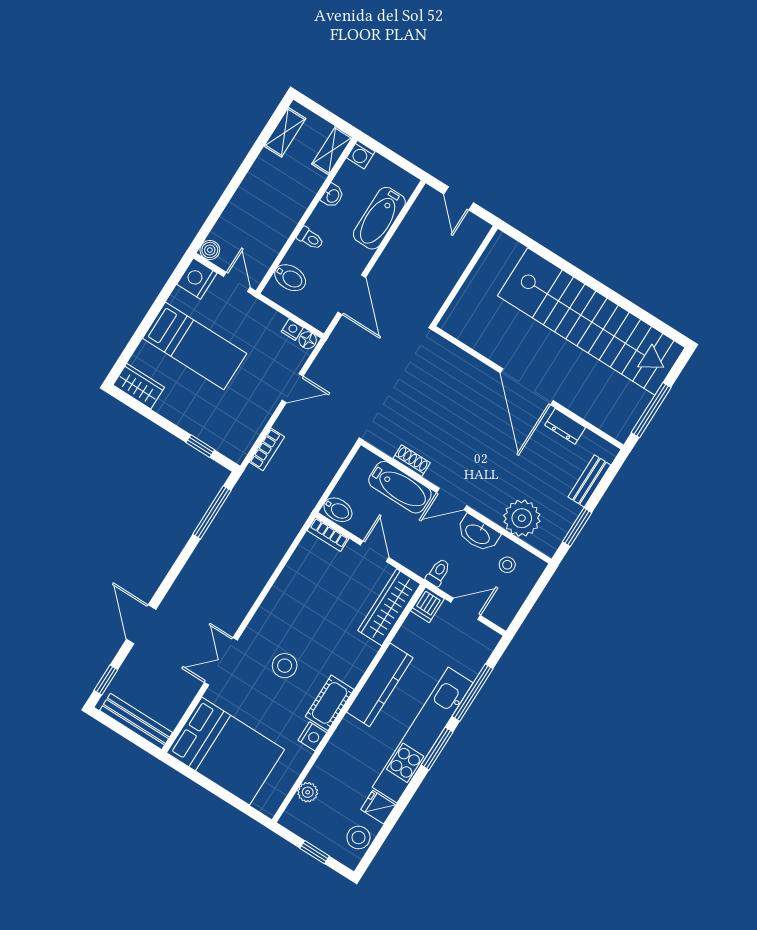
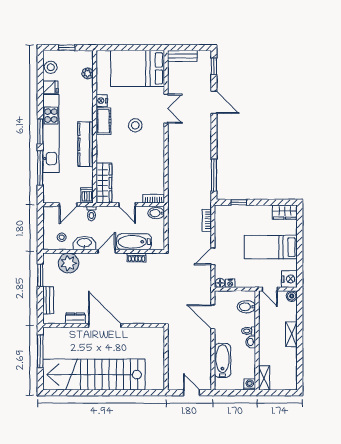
shelving: (285, 132) -> (291, 334), moved
washbasin: (332, 196) -> (251, 342), moved
bench: (136, 721) -> (182, 56), width x0.73

